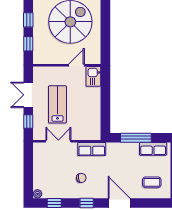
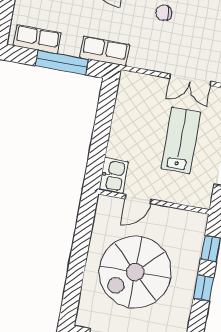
lab bench: (57, 104) -> (181, 140), turned 180
row of seats: (92, 149) -> (105, 51), moved

